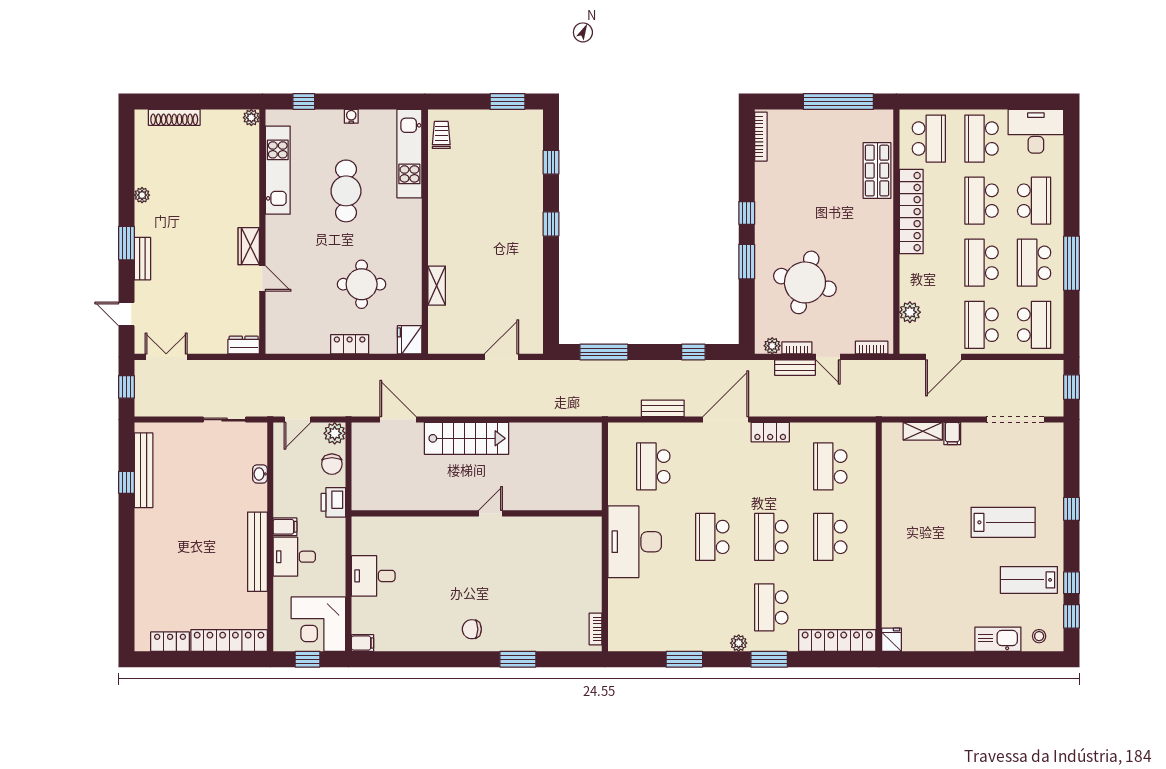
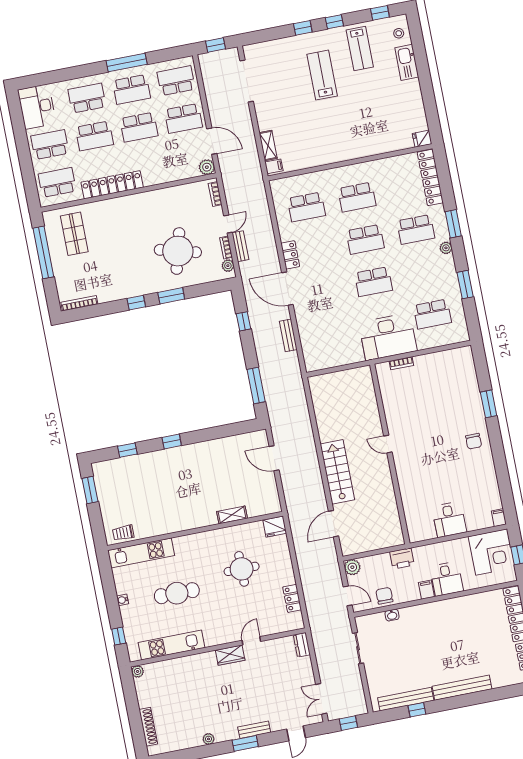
school desk: (981, 139) -> (50, 145), turned 180
shop shelf: (877, 171) -> (74, 234), moved, turned 90
plant: (910, 312) -> (207, 167), moved
locker: (350, 344) -> (292, 598), moved
filing cabinet: (952, 434) -> (274, 166), moved
chair: (332, 464) -> (384, 596), moved, turned -90
school desk: (653, 466) -> (432, 314), moved
bench: (257, 552) -> (462, 688), moved
window: (1071, 583) -> (334, 22), moved
bookcase: (596, 629) -> (401, 363), moved

